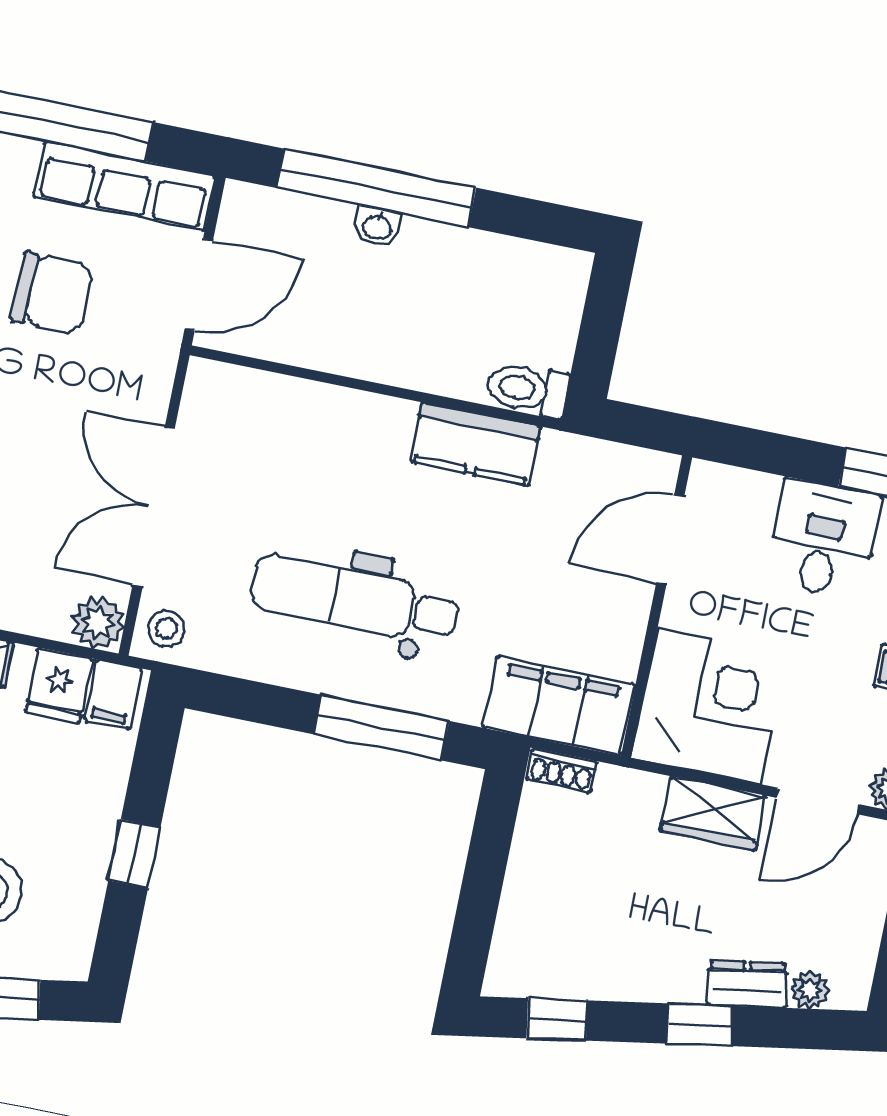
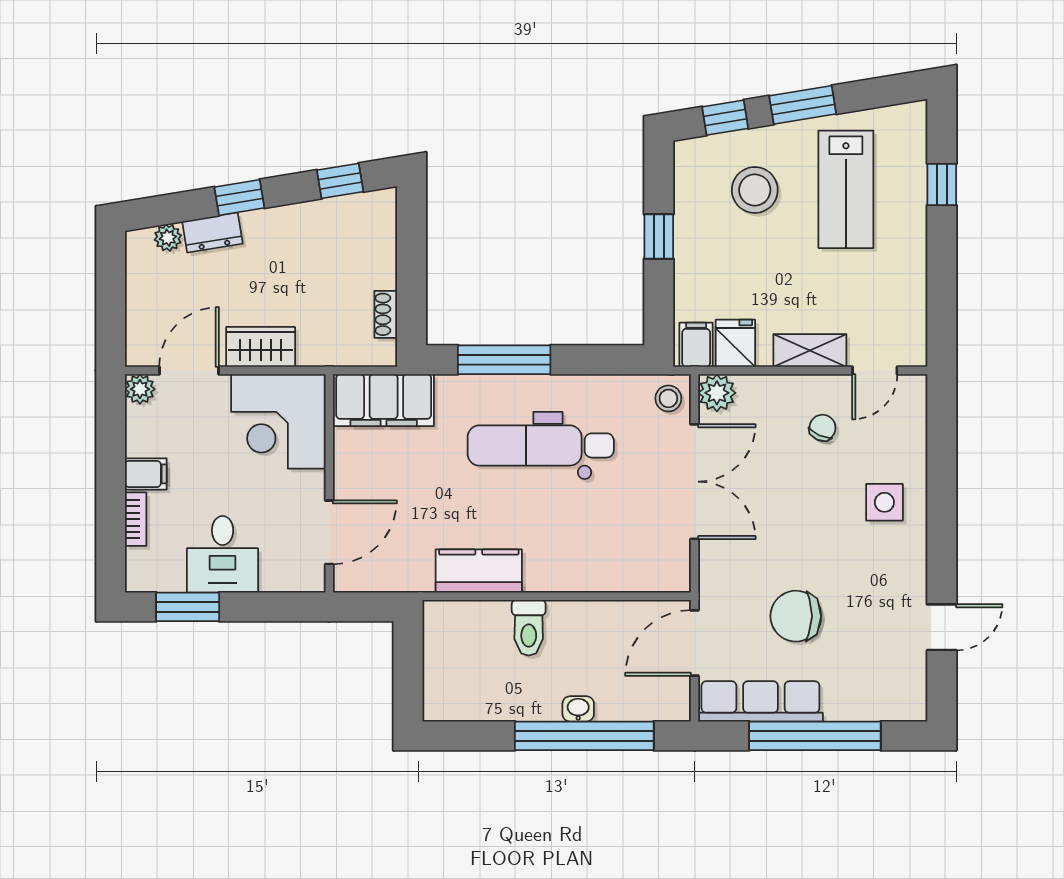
toilet: (527, 389) -> (529, 628), moved, turned 90
dental chair: (355, 600) -> (541, 445), turned 180
shoe rack: (562, 770) -> (386, 314), moved, turned -90

